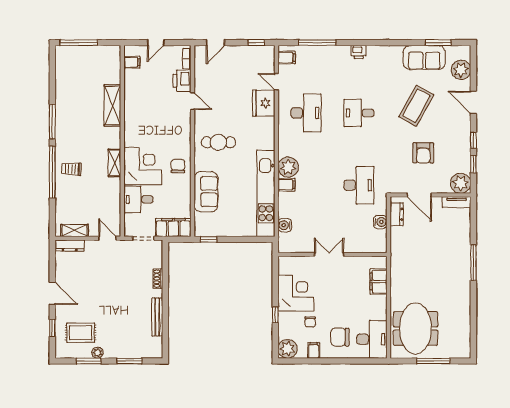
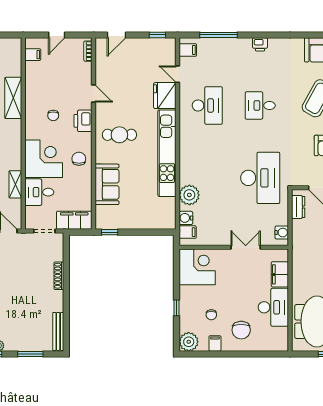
printer: (182, 81) -> (83, 121), moved
chair: (152, 123) -> (53, 115), added
shelving: (114, 163) -> (15, 184), moved
plant: (288, 167) -> (189, 195), moved
filing cabinet: (286, 185) -> (188, 232), moved
desk: (359, 185) -> (260, 178), width x1.36, depth x1.30
kitchen unit: (266, 193) -> (167, 153), moved
water cooler: (380, 222) -> (282, 233), moved
double door: (329, 254) -> (246, 247), moved
shoe rack: (158, 279) -> (59, 276), width x1.43
corner desk: (296, 293) -> (197, 267), moved
bench: (157, 317) -> (58, 331), moved
chair: (340, 337) -> (241, 330), turned -90
desk: (372, 339) -> (273, 307), moved

